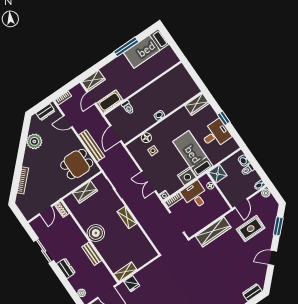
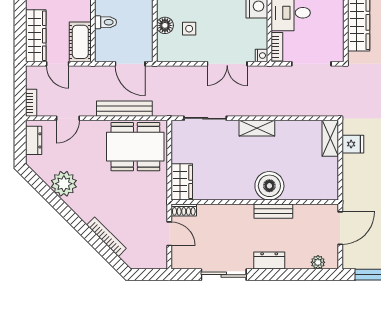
wardrobe: (93, 81) -> (36, 36), width x1.50
dining table: (77, 164) -> (135, 147), width x1.38
wardrobe: (85, 192) -> (182, 182), moved
boiler: (96, 233) -> (269, 186), moved
shelving: (125, 272) -> (330, 138), moved
fridge: (132, 284) -> (353, 144), moved

